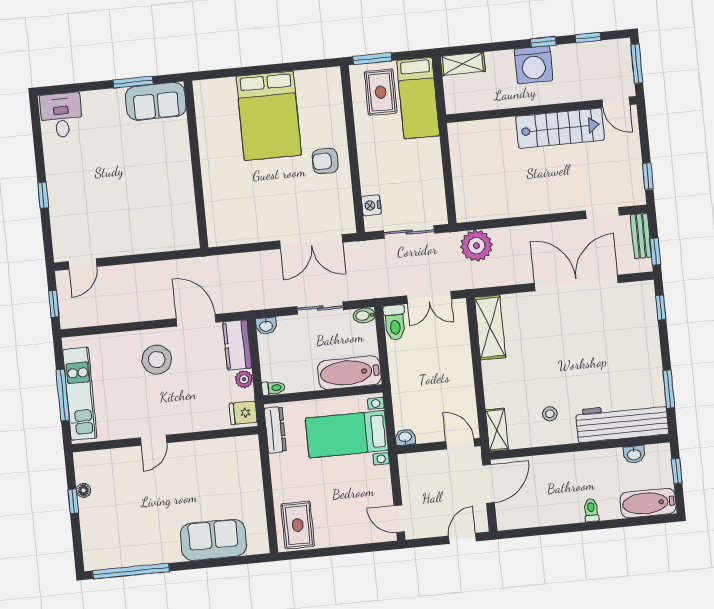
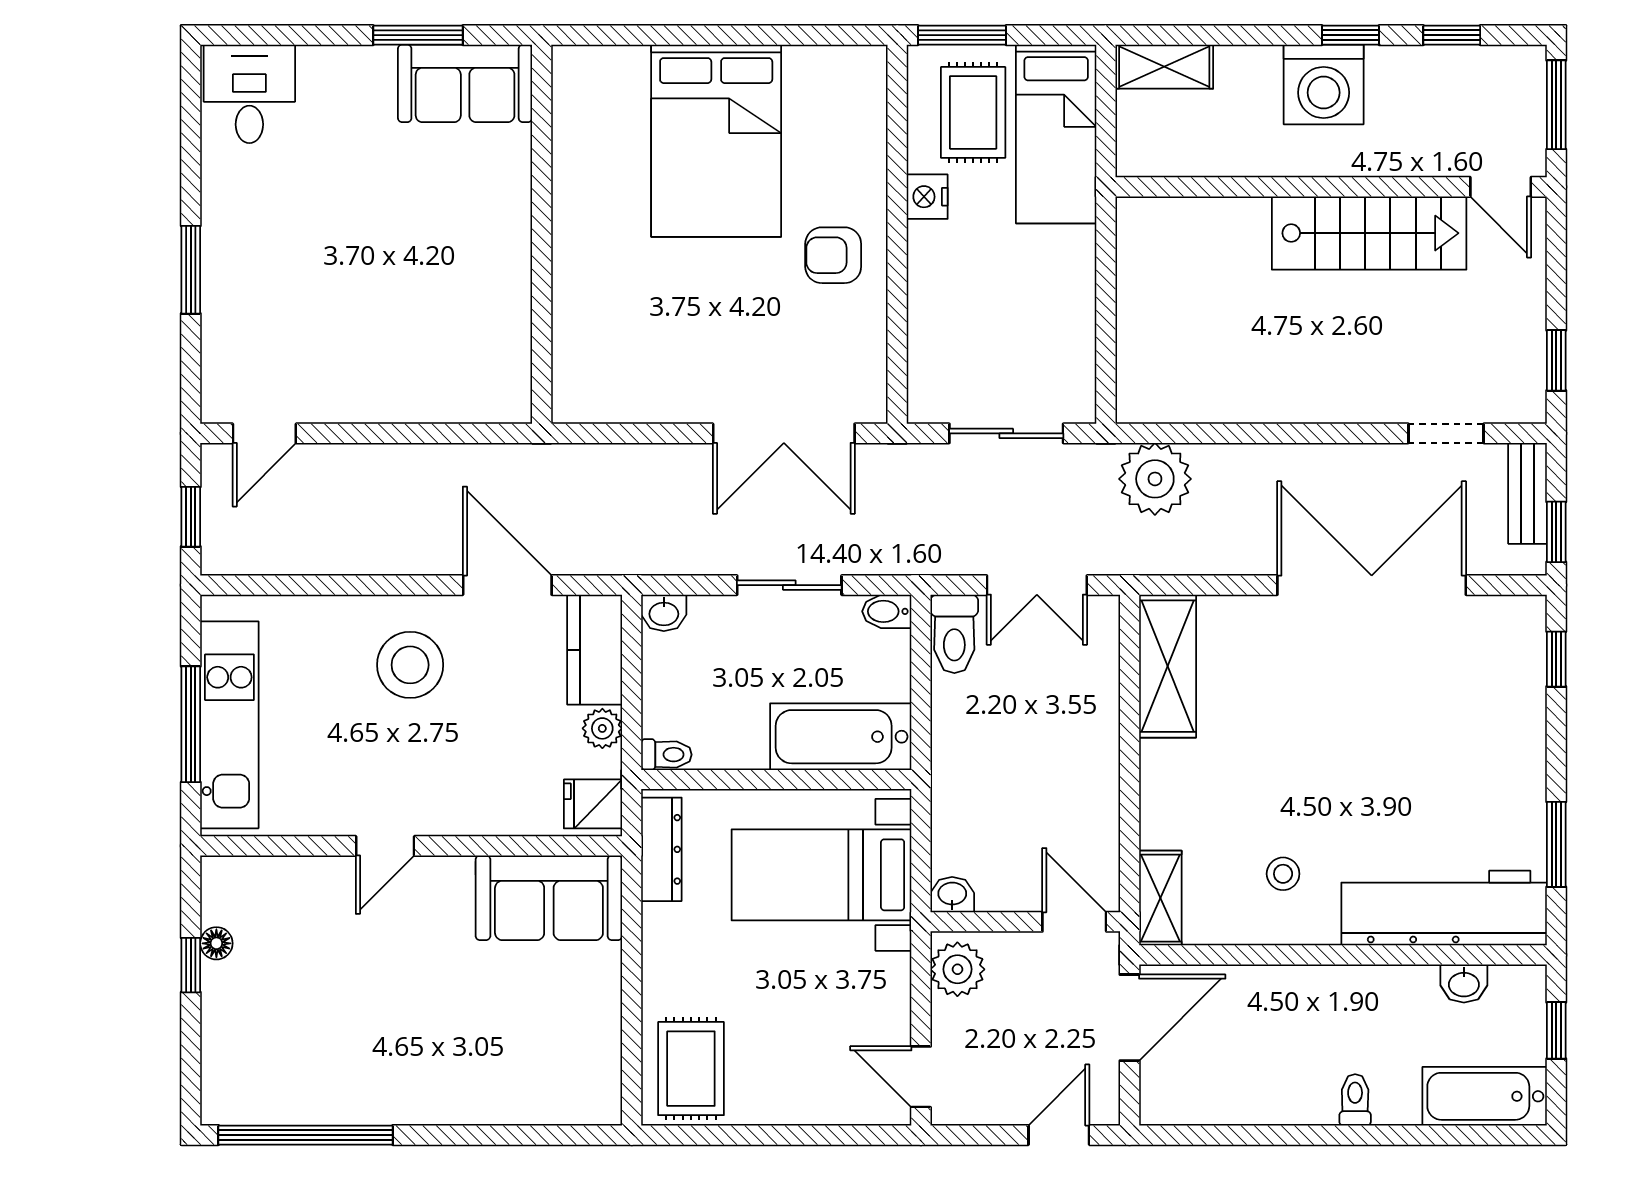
window: (43, 195) -> (191, 270), width x1.50
nightstand: (371, 205) -> (927, 197), moved
plant: (411, 470) -> (957, 969), added
sofa: (213, 540) -> (549, 898), moved, turned 180

